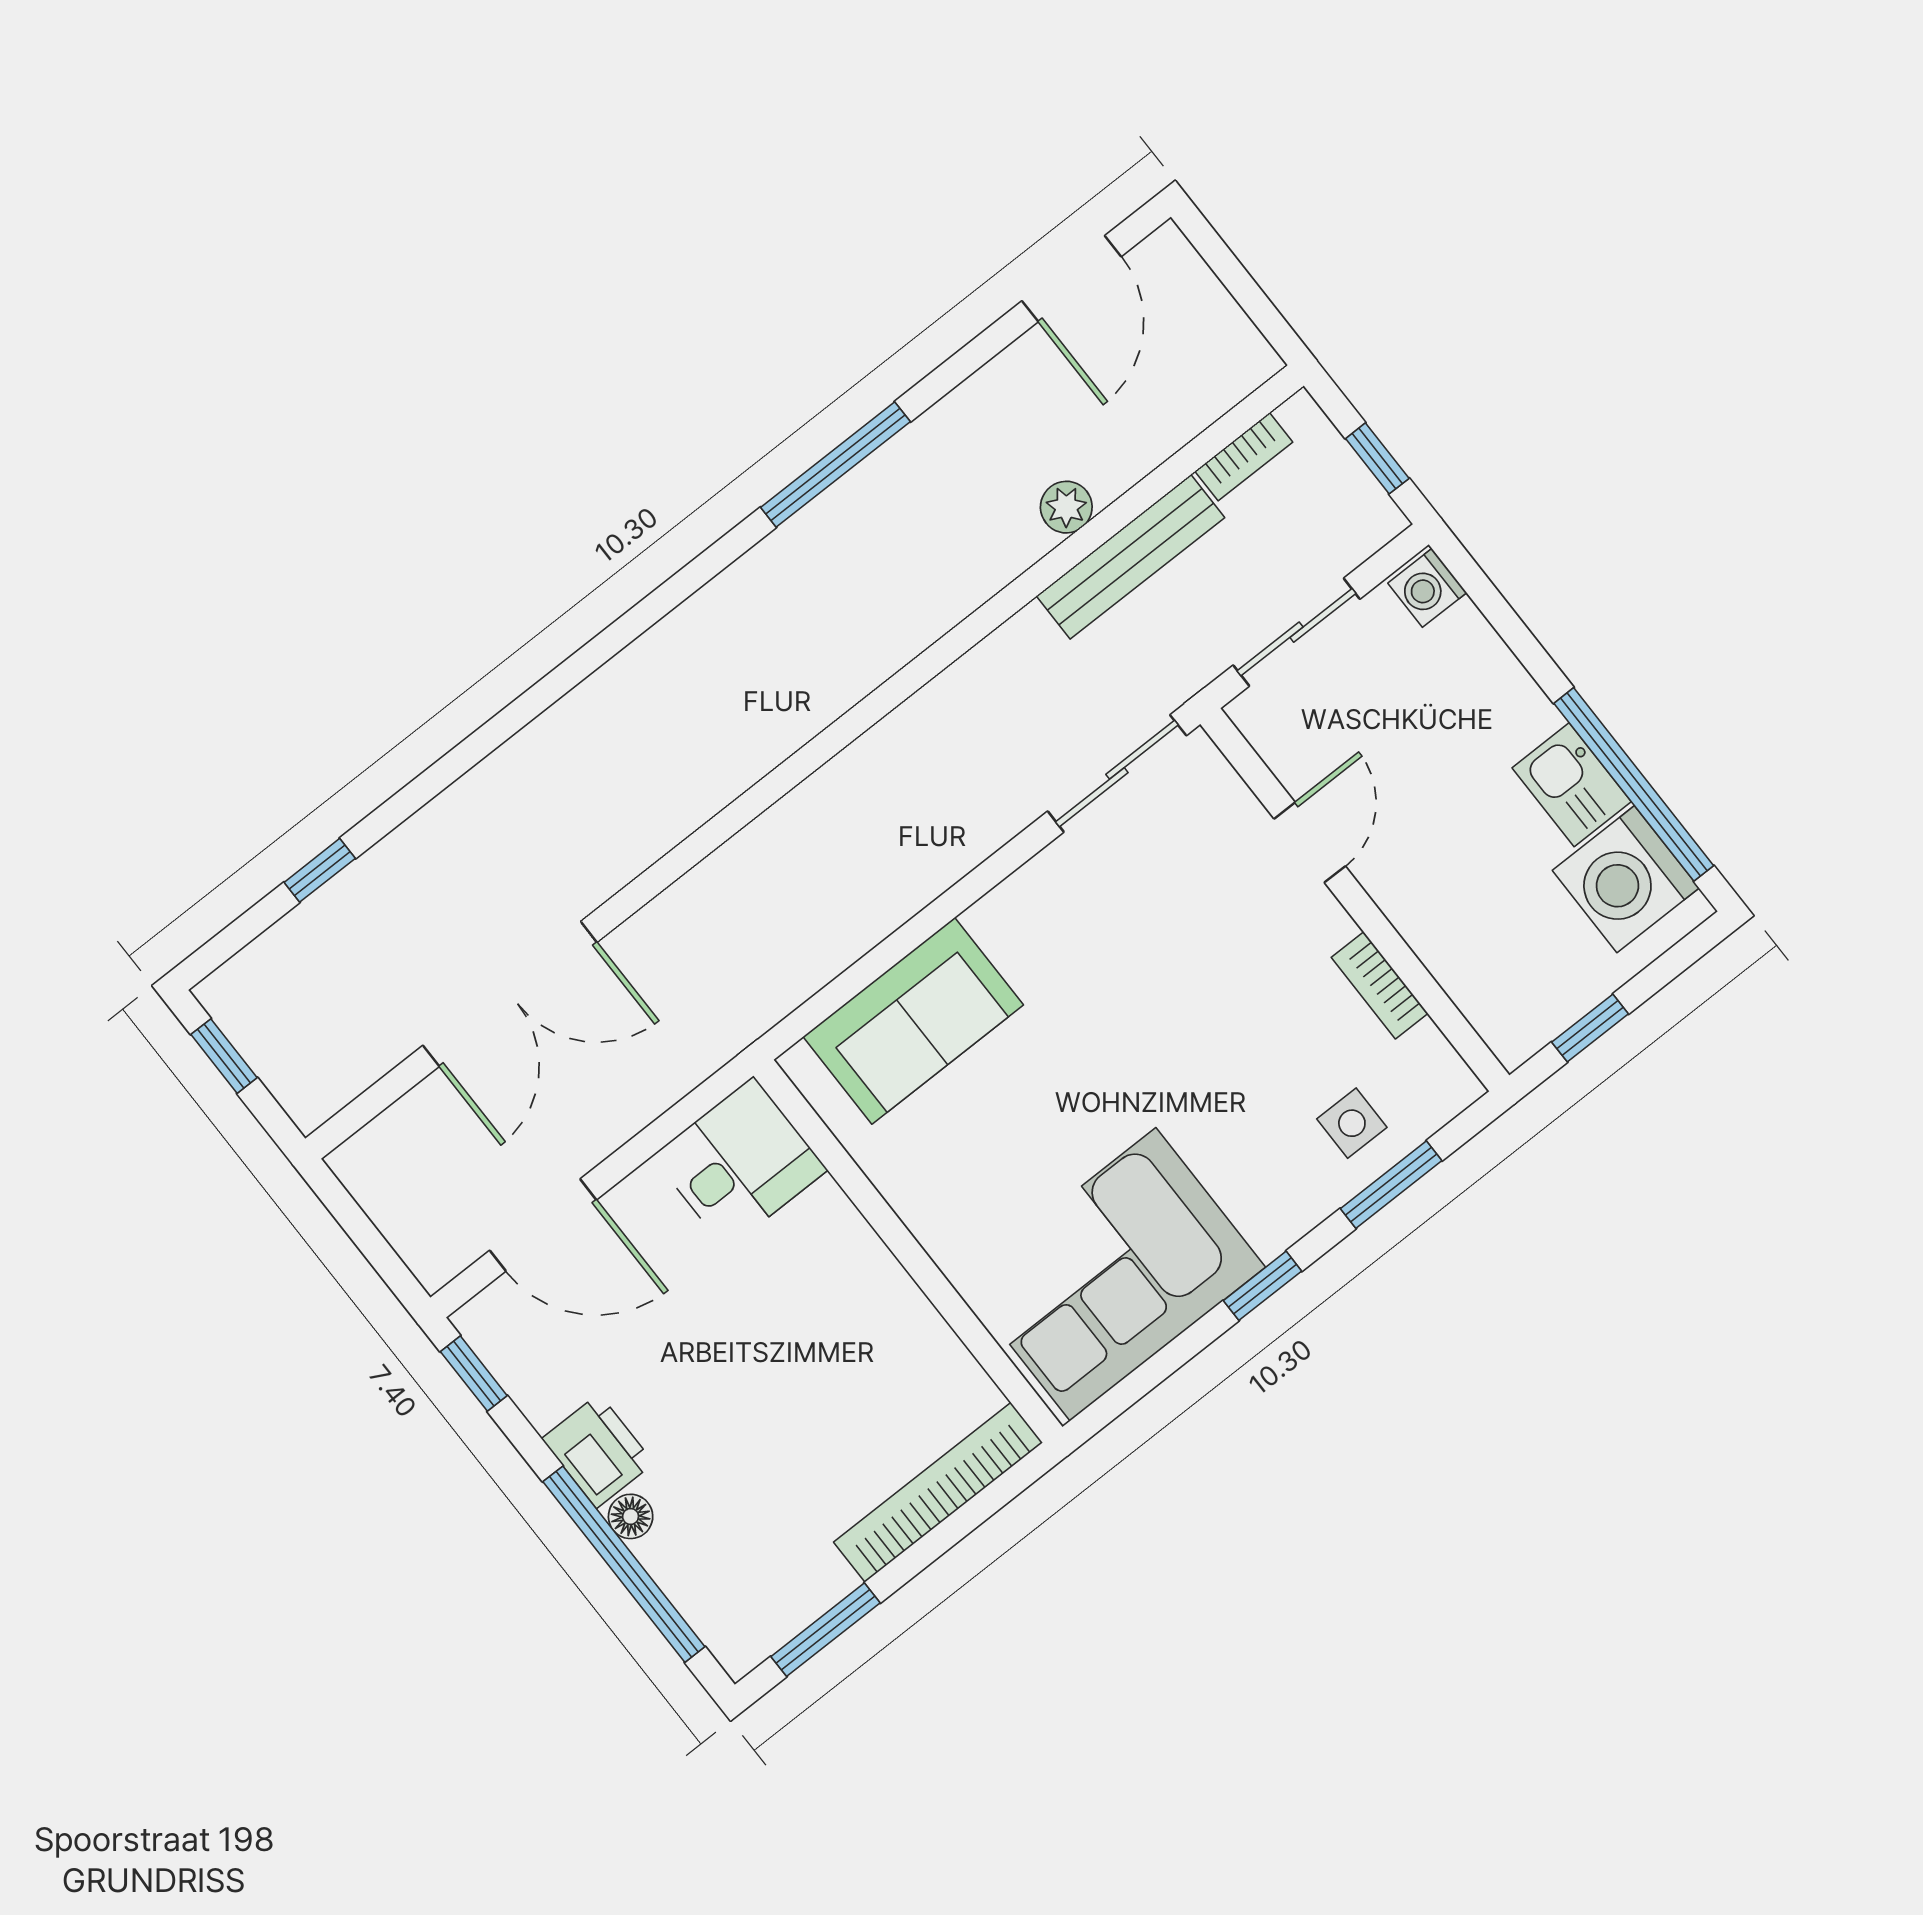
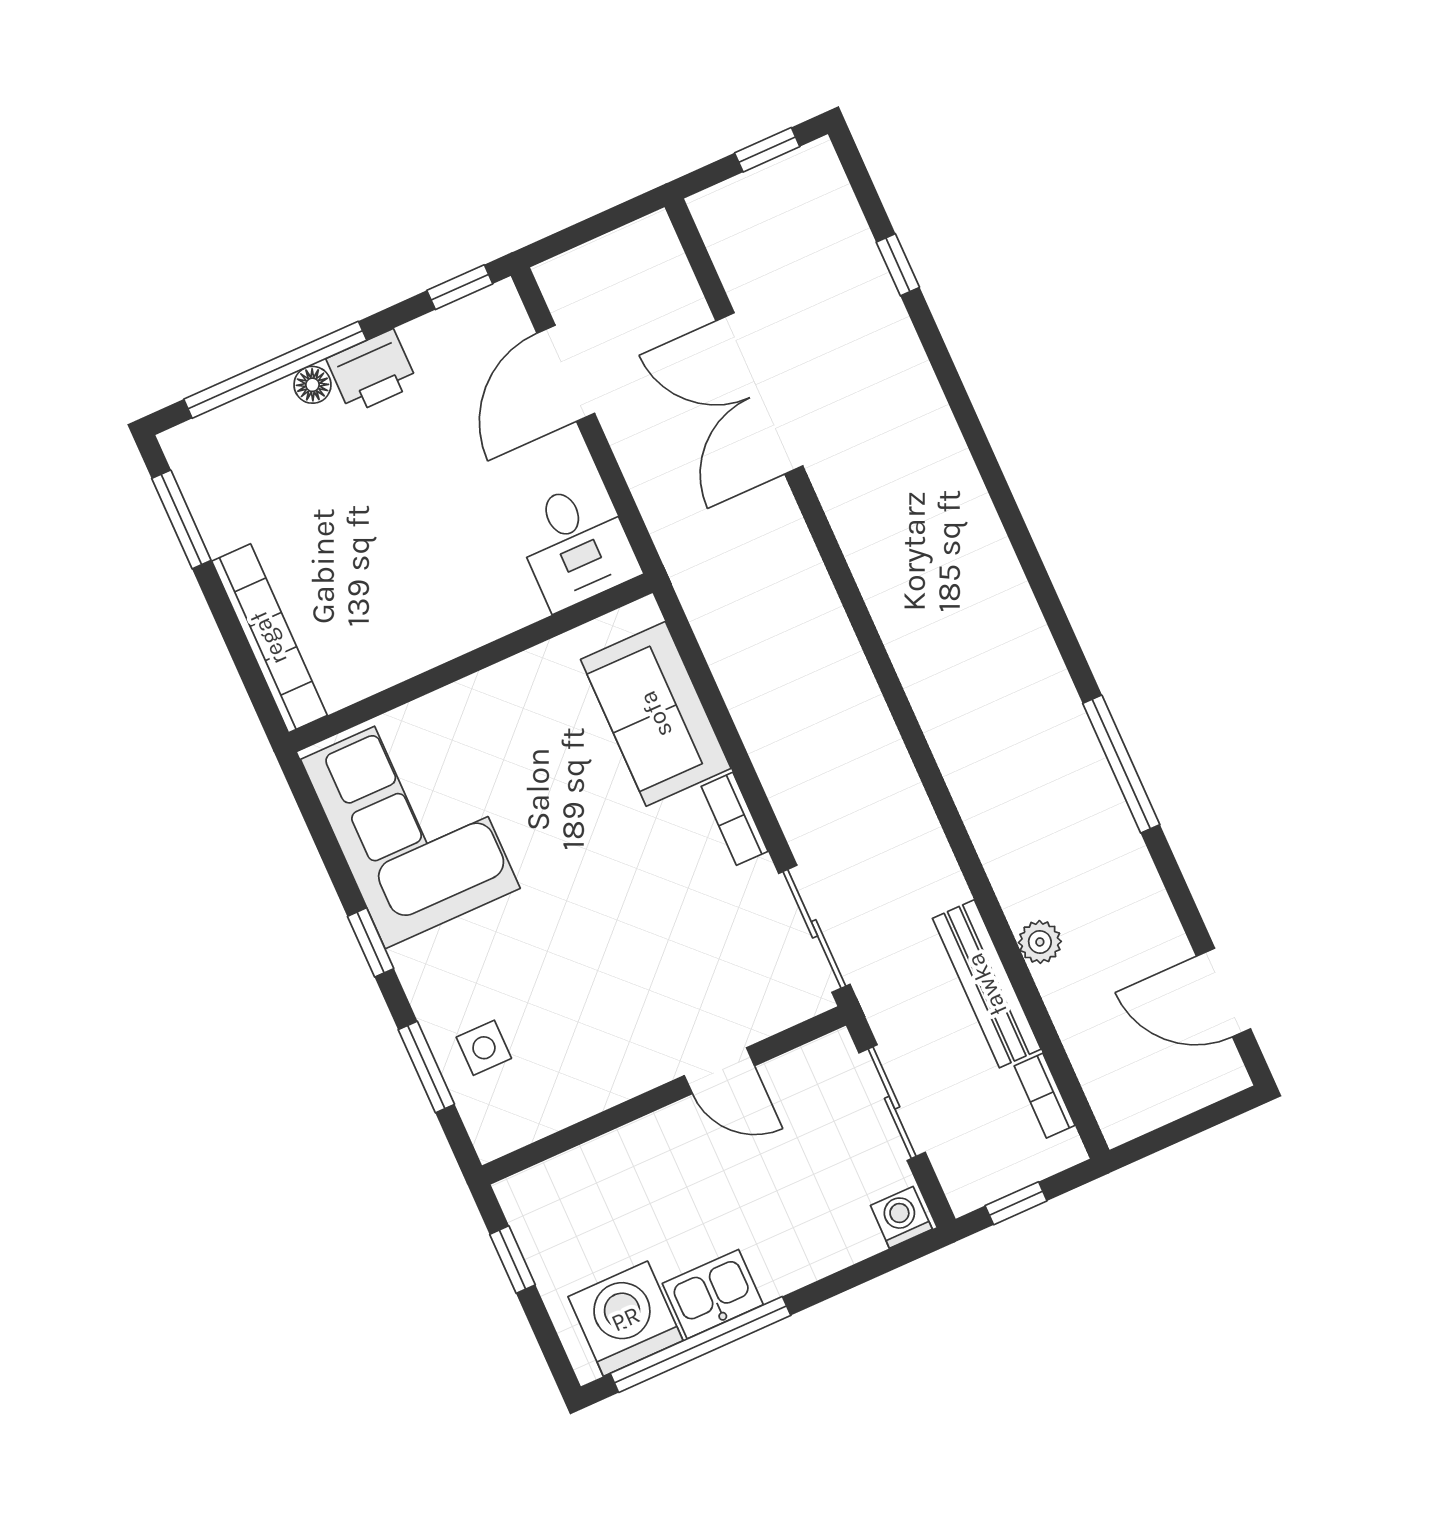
bookcase: (1380, 985) -> (735, 819), moved, turned -90

